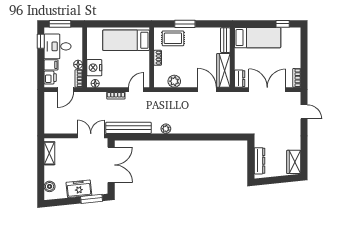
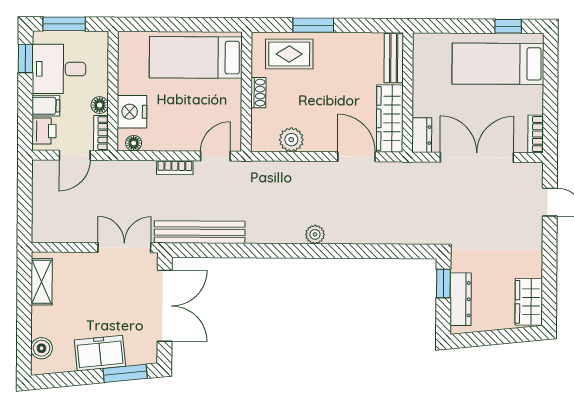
bed: (258, 38) -> (498, 64), moved, turned 180
plant: (166, 129) -> (315, 234), moved
window: (251, 153) -> (443, 284), added

